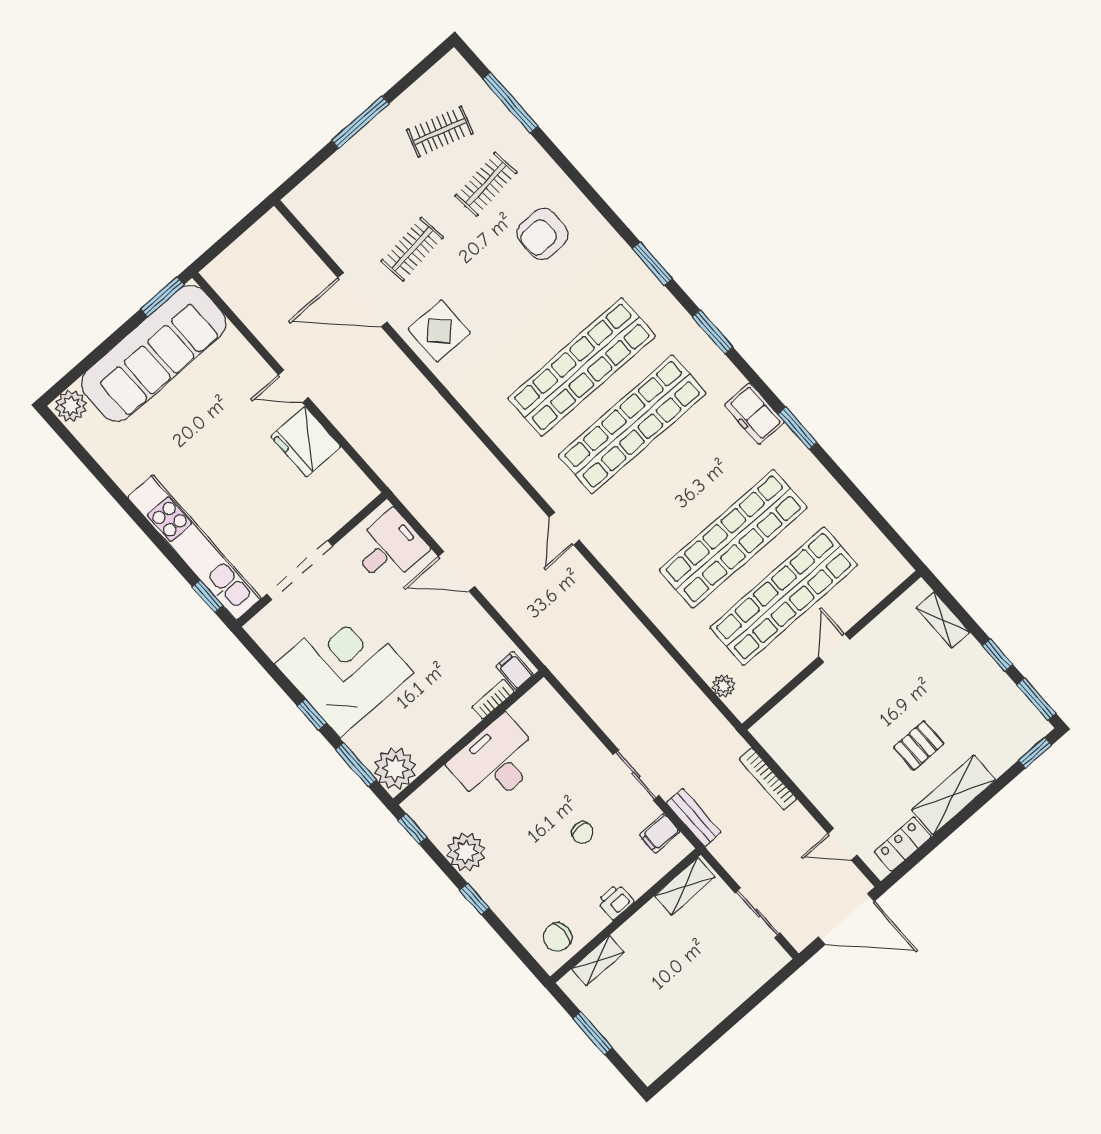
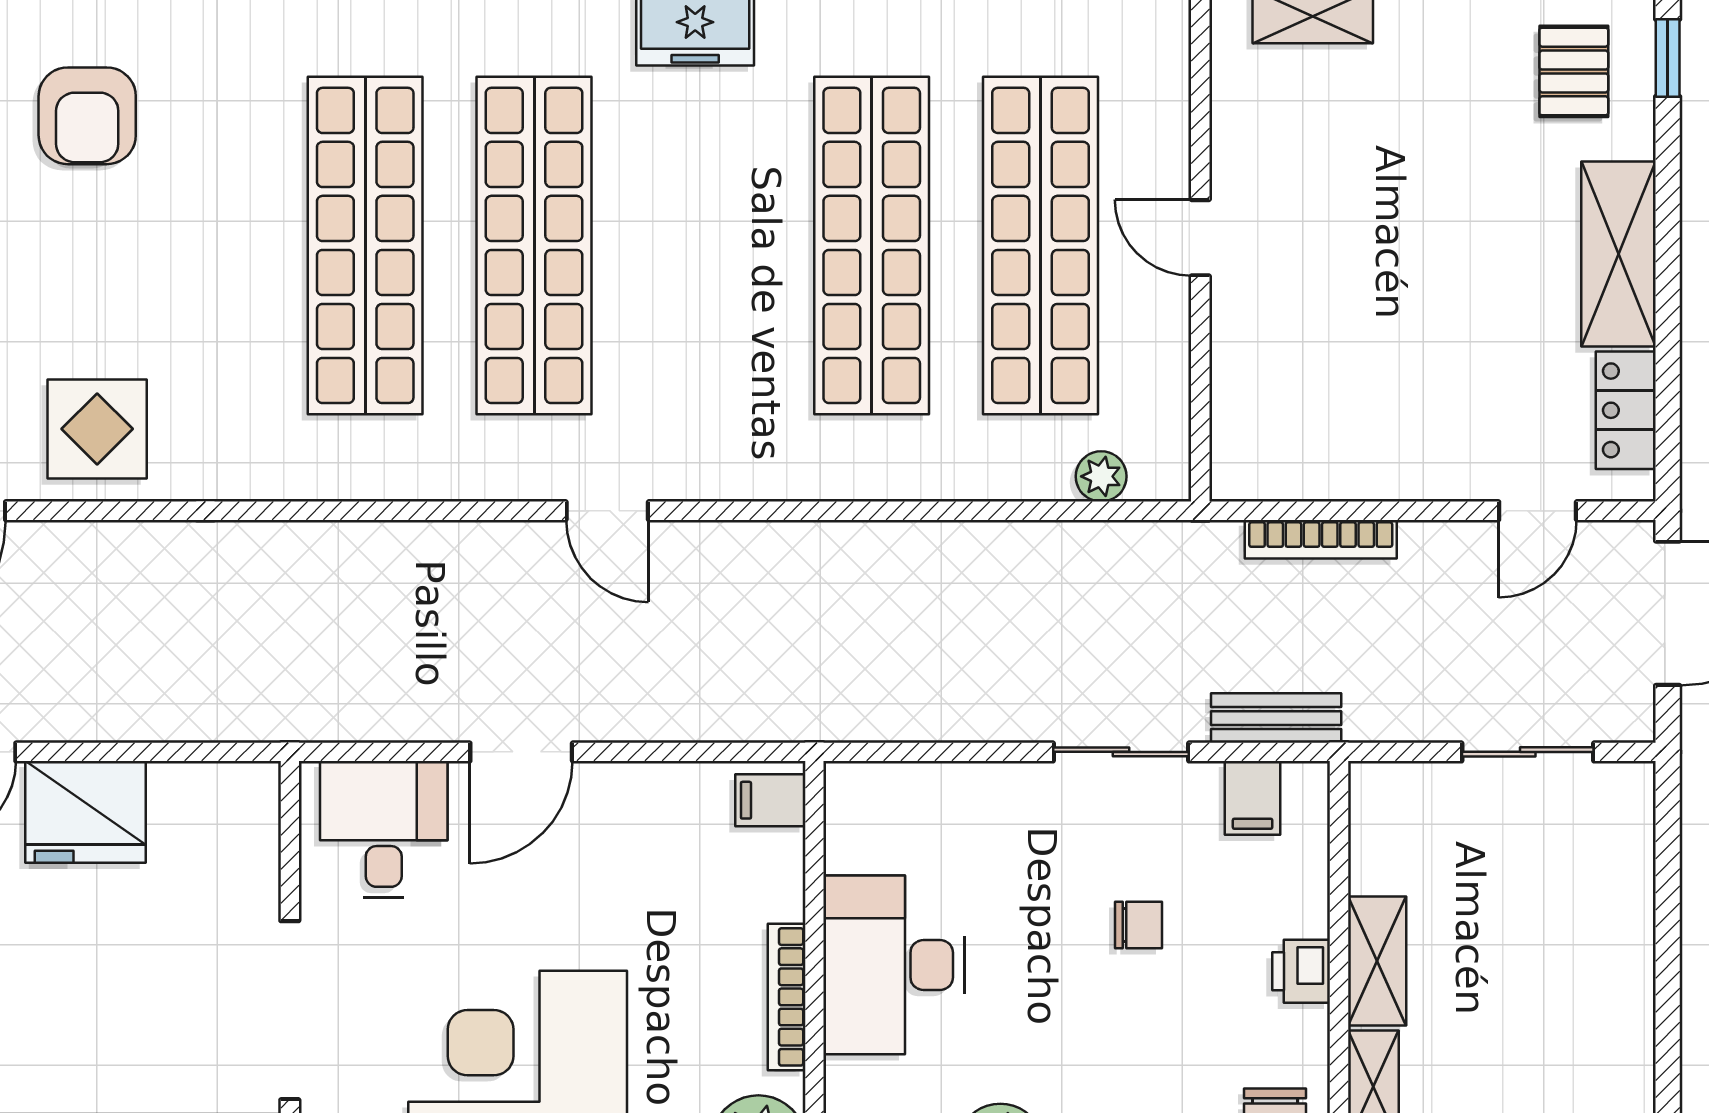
bookcase: (493, 699) -> (787, 997), moved, width x1.56
pallet: (919, 745) -> (1574, 71), moved
shelving: (685, 886) -> (1377, 961), moved

